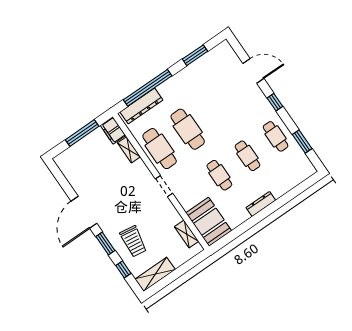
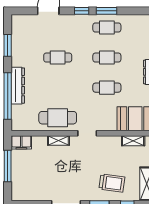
dresser: (141, 106) -> (18, 86), moved
cafe table: (188, 129) -> (58, 58), moved, width x0.73, depth x0.74
window: (302, 141) -> (107, 11), moved
shelving: (129, 150) -> (58, 140), moved

